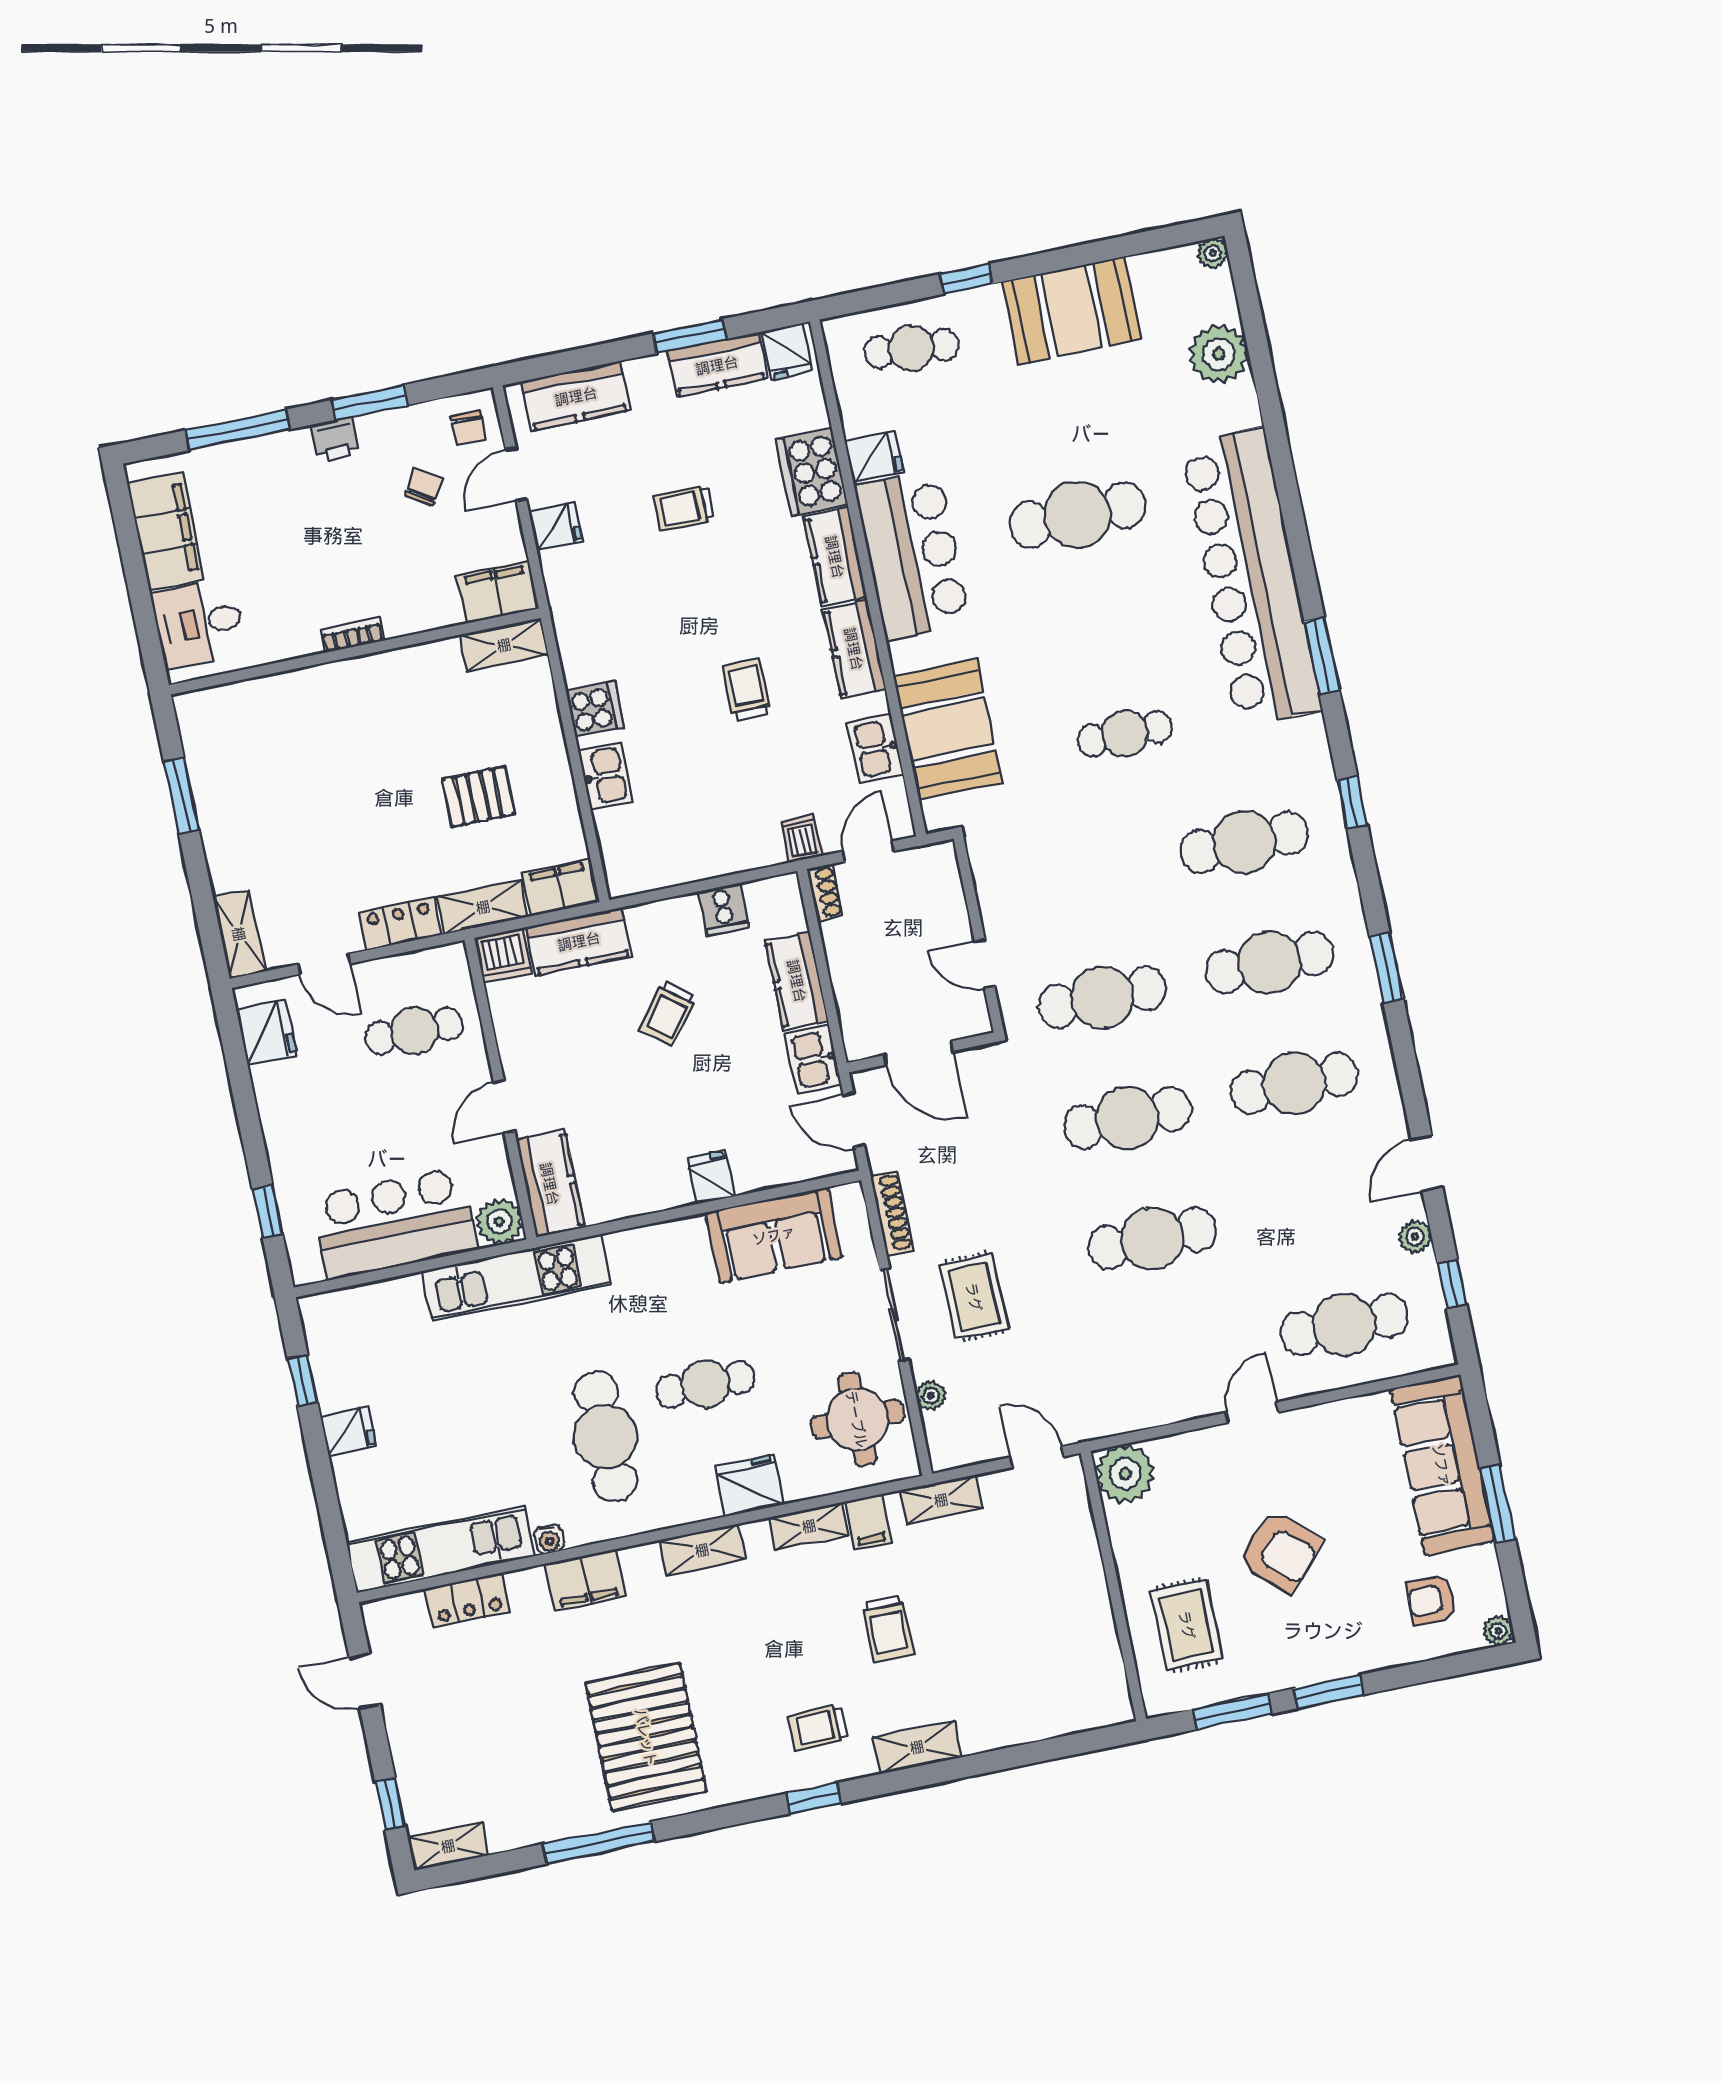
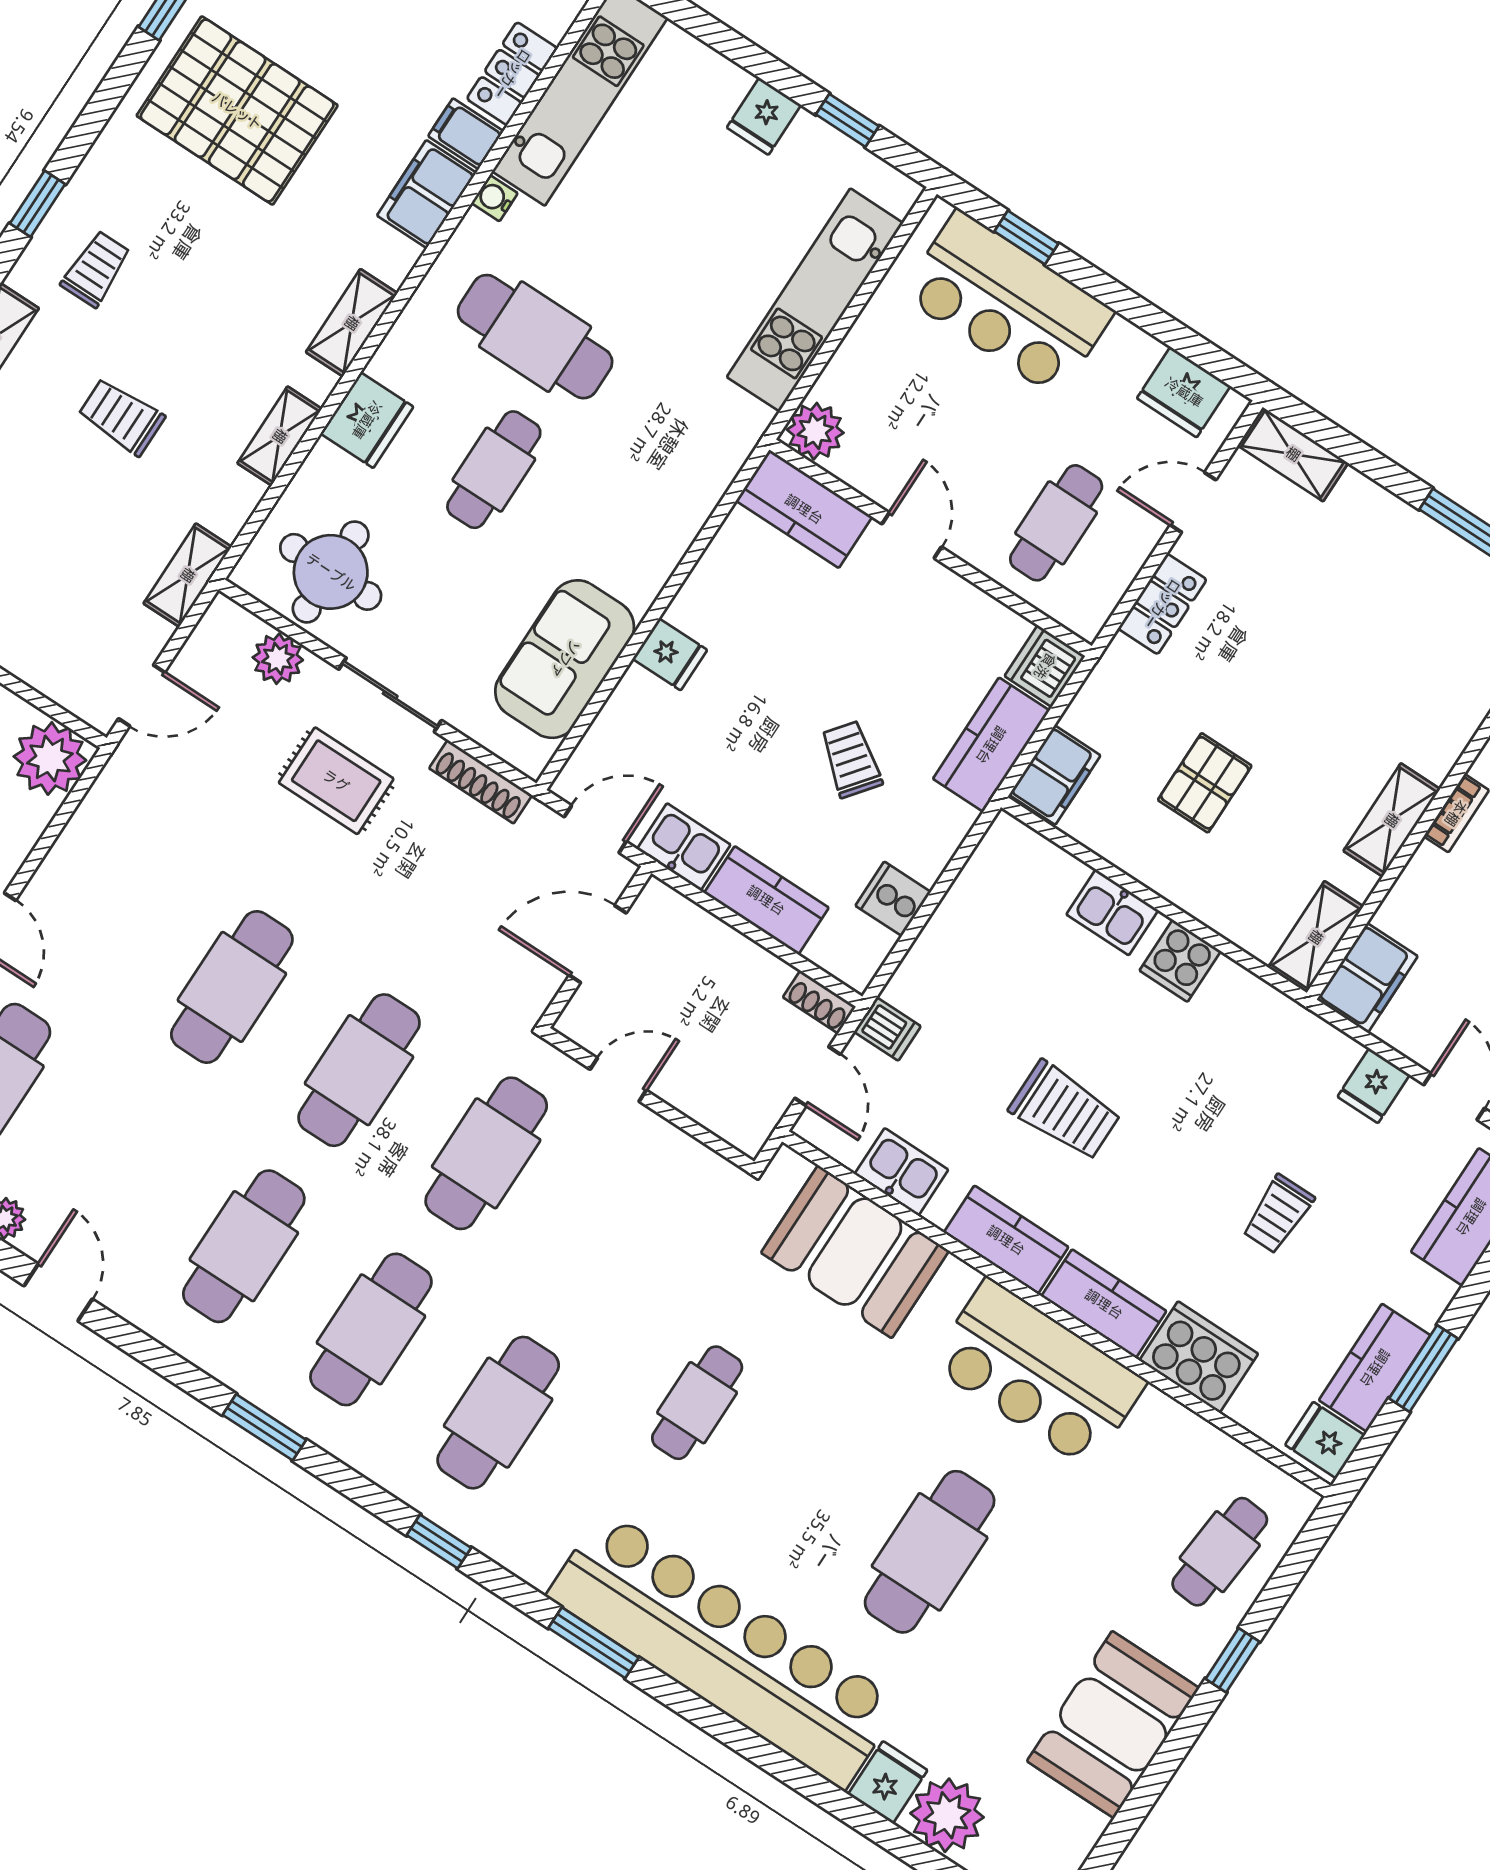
fridge: (874, 457) -> (888, 1782), moved, turned 180
trolley: (684, 508) -> (1278, 1214), turned 180
trolley: (747, 689) -> (1065, 1111), width x1.36, depth x1.39
shelving: (483, 907) -> (1392, 820), moved
bar counter: (394, 1223) -> (1008, 303), moved, turned 90
kitchen unit: (517, 1278) -> (815, 300), moved
plant: (931, 1396) -> (278, 659), width x1.38, depth x1.38
filing cabinet: (868, 1522) -> (466, 134), moved

